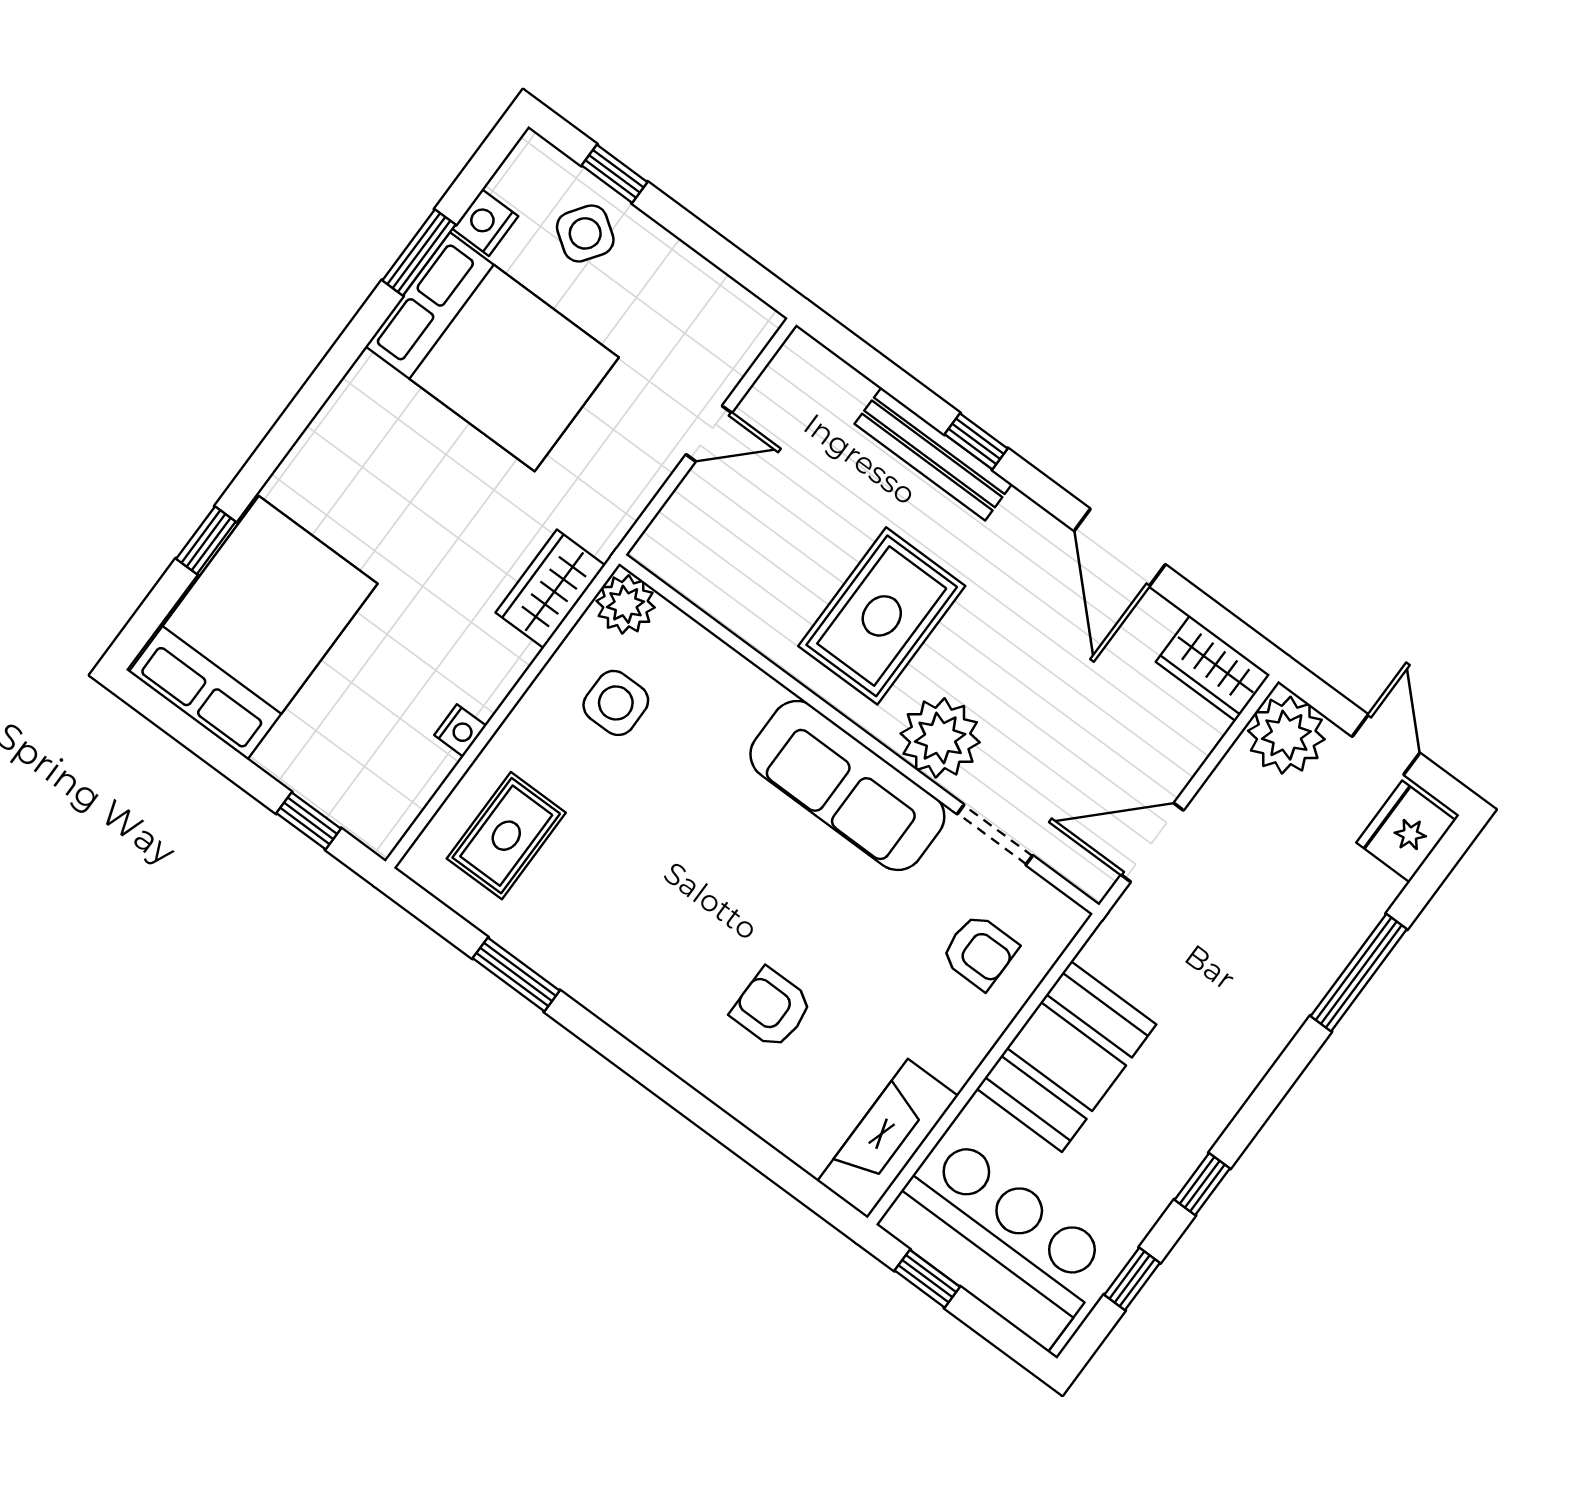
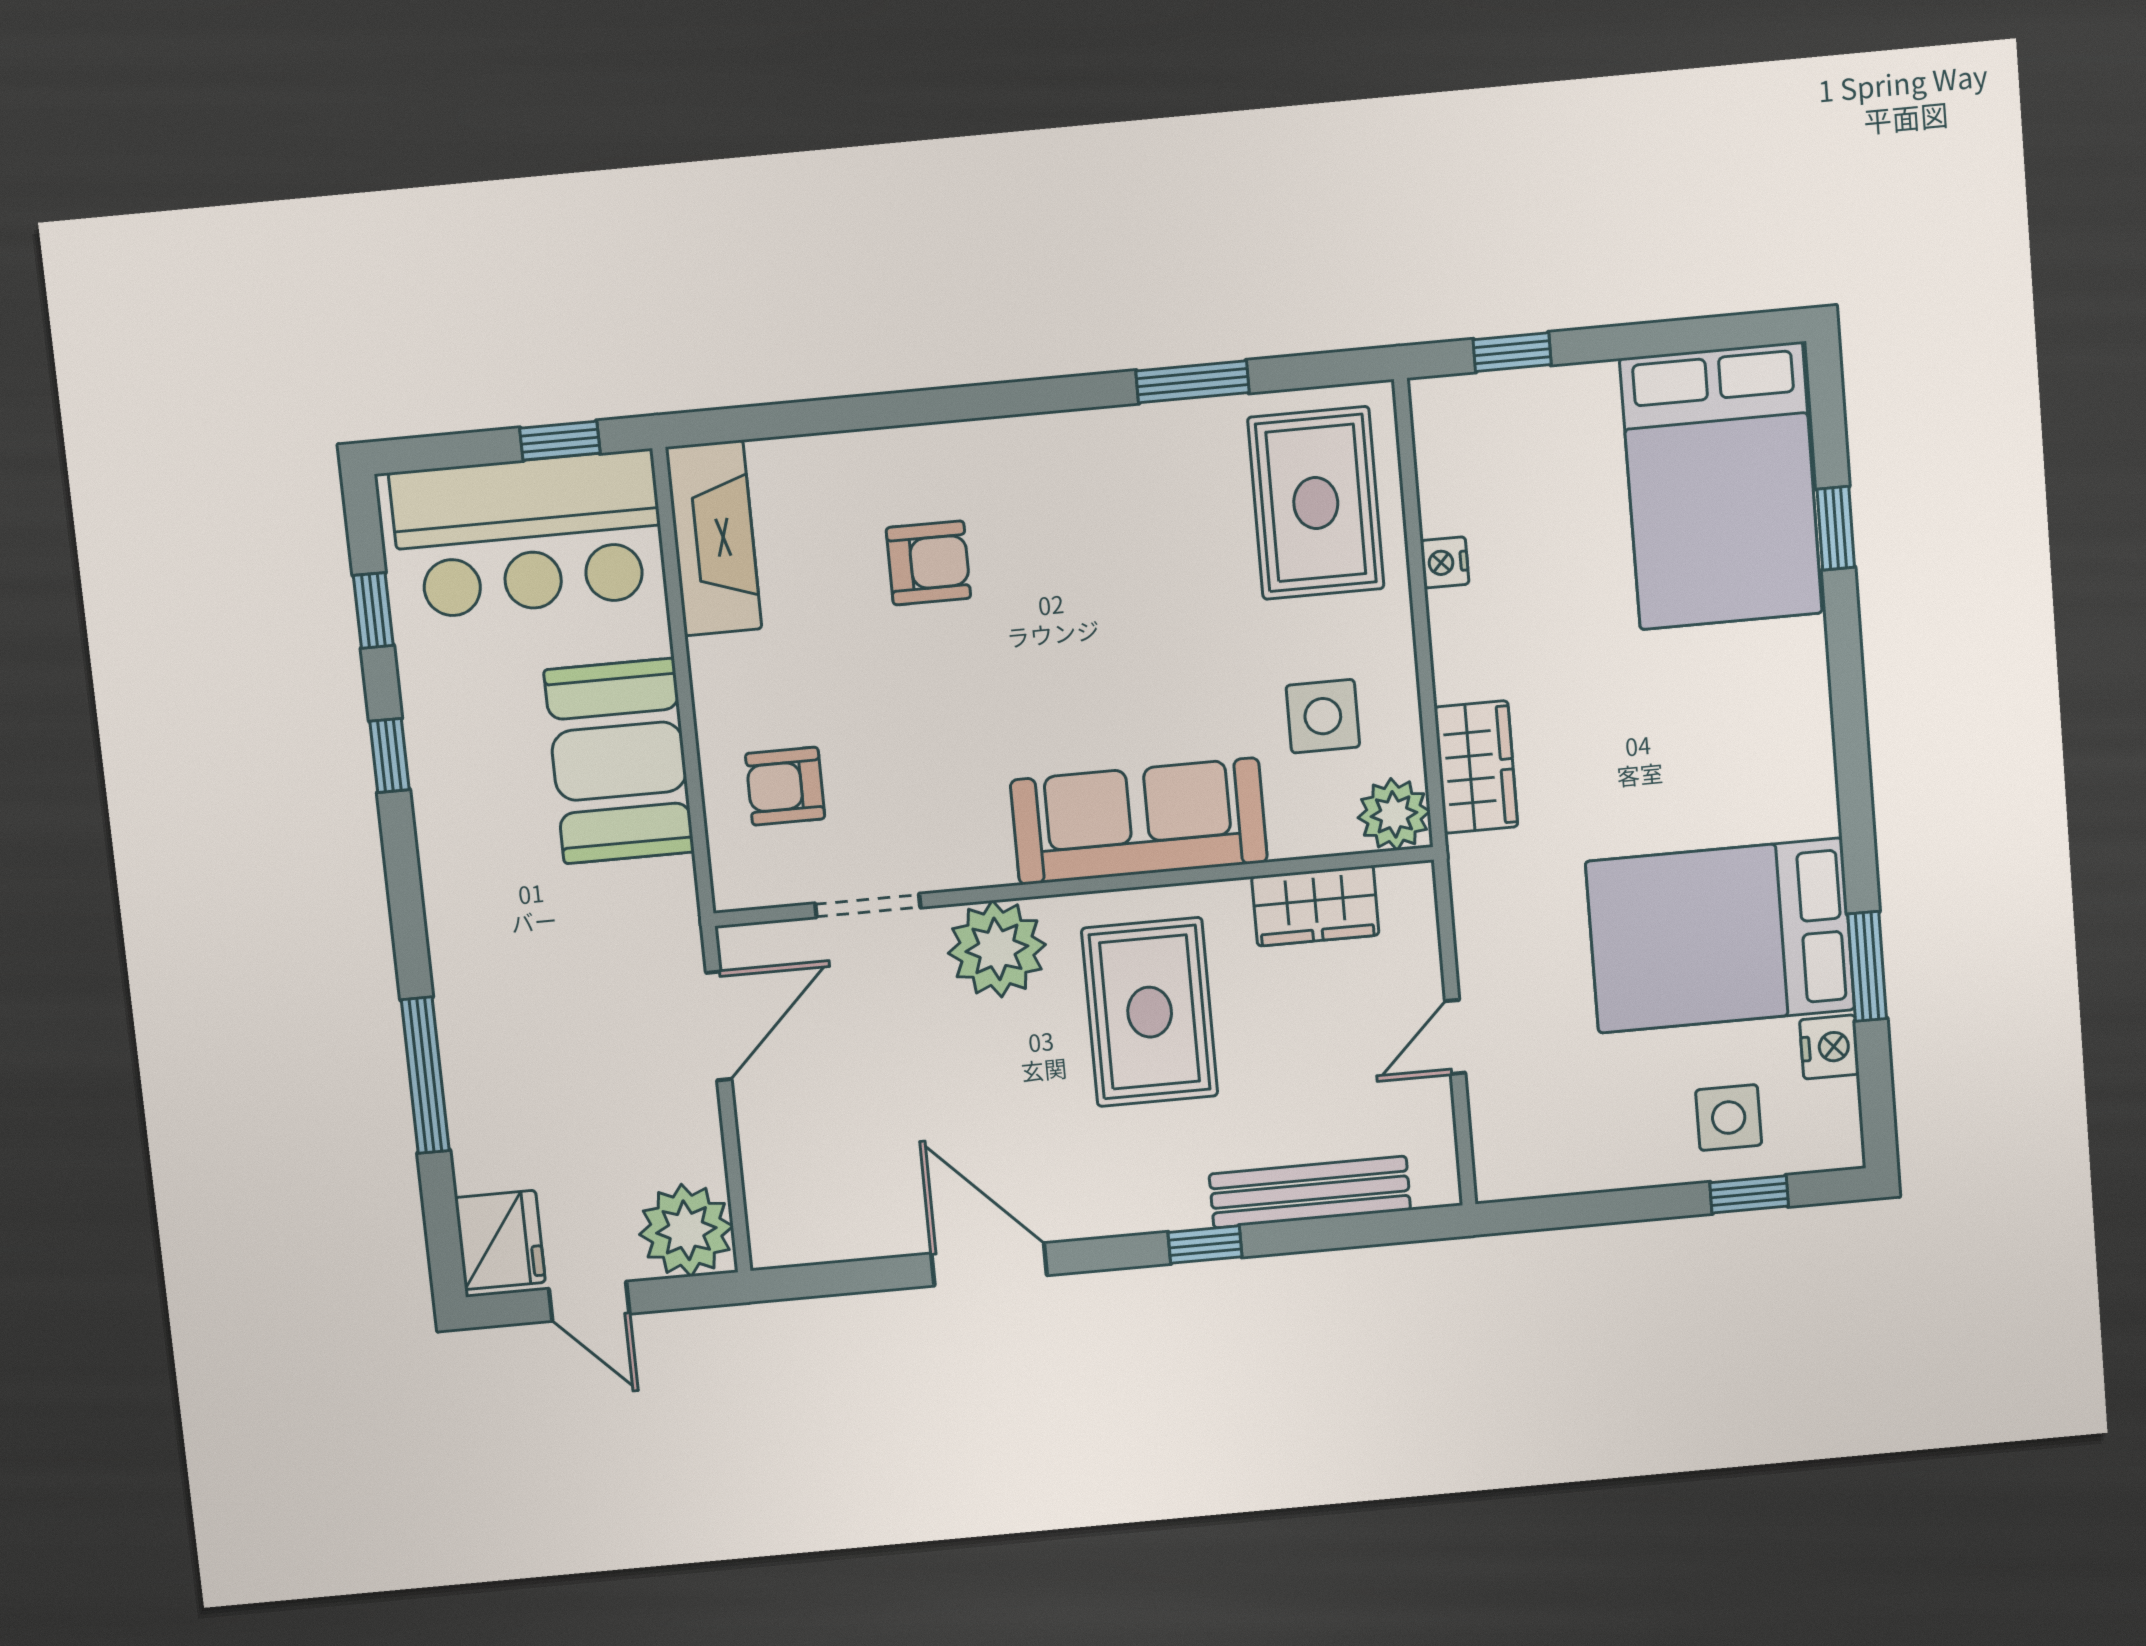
side table: (585, 233) -> (1729, 1118), turned -35
bench: (933, 454) -> (1310, 1192), moved
wardrobe: (1213, 668) -> (1315, 906), moved, turned 180
sofa: (847, 785) -> (1139, 821), moved
rug: (506, 836) -> (1316, 503), width x1.36, depth x1.43

